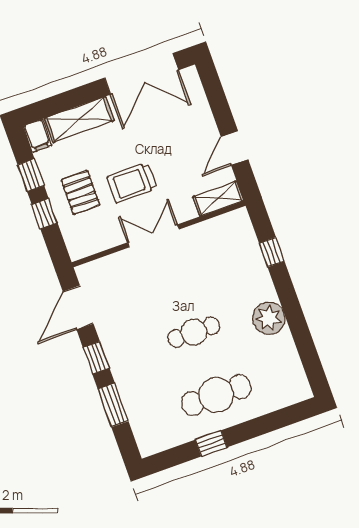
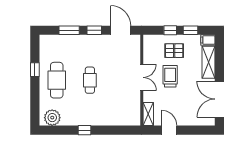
window: (272, 252) -> (84, 130), moved
plant: (269, 318) -> (52, 118), moved

